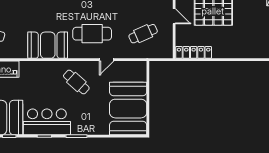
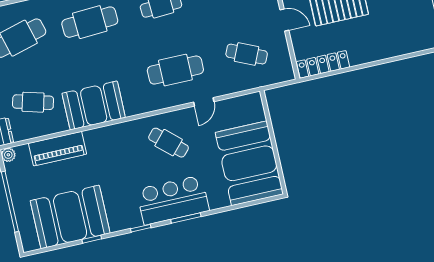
cafe table: (143, 34) -> (247, 54), turned 48
booth: (48, 45) -> (94, 105), moved
bar counter: (47, 122) -> (173, 200), moved

